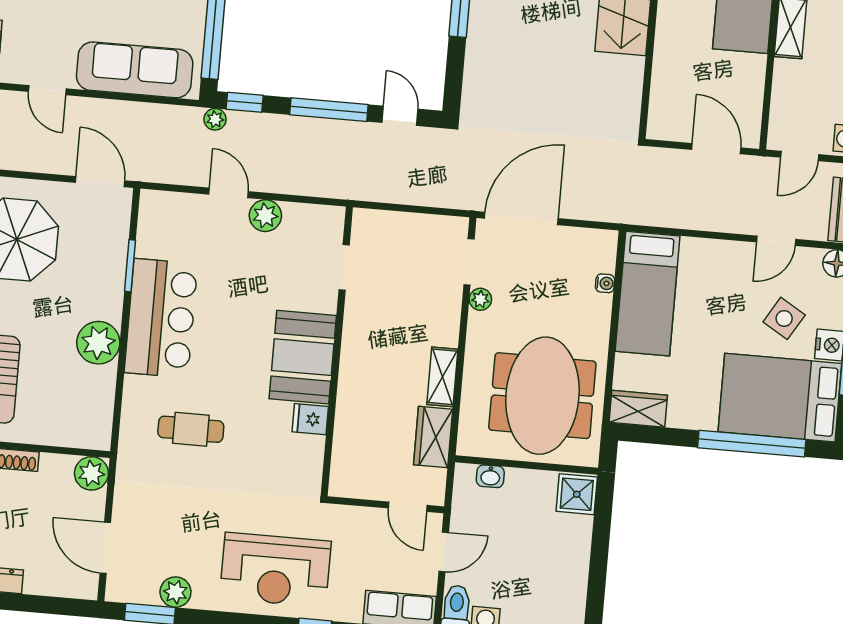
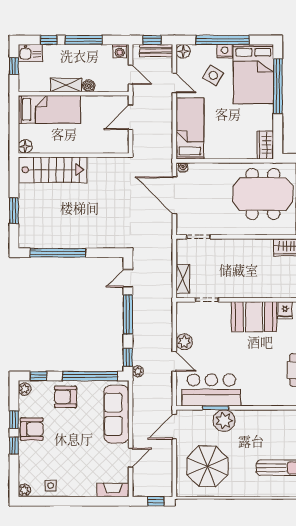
boiler: (785, 72) -> (89, 86), added
door: (229, 193) -> (174, 361), swing flipped
door: (521, 218) -> (174, 195), moved
water cooler: (605, 283) -> (183, 167), moved
bed: (648, 294) -> (190, 129), moved, turned -90
plant: (480, 299) -> (217, 230), removed
bar counter: (161, 318) -> (211, 390), moved
plant: (98, 343) -> (224, 421), moved
shelving: (442, 377) -> (183, 279), moved, turned 90

